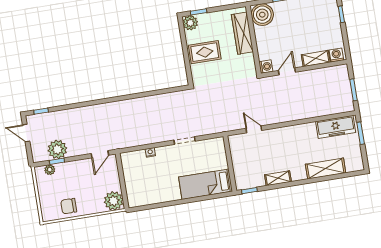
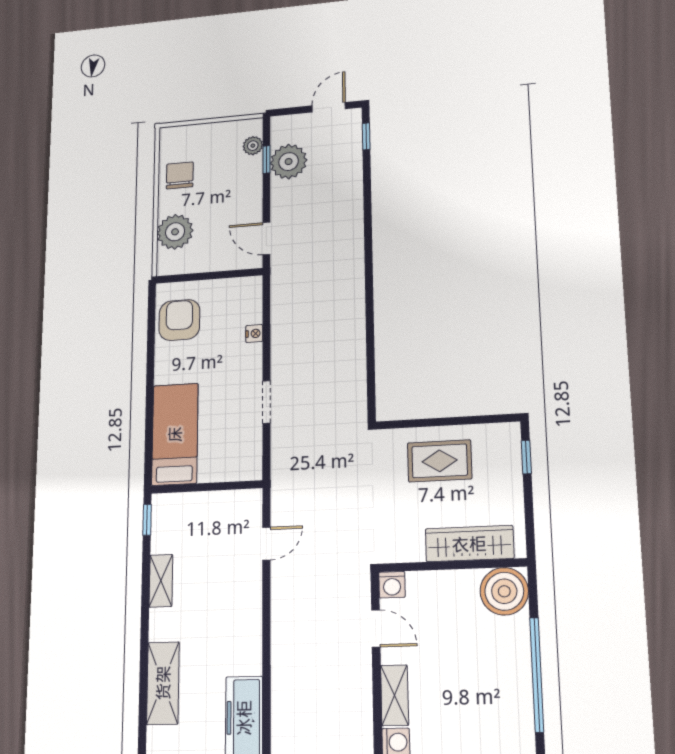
plant: (190, 23) -> (505, 438), removed
rug: (205, 52) -> (440, 461), turned 90
armchair: (147, 192) -> (179, 320), added
plant: (114, 201) -> (175, 232), moved

